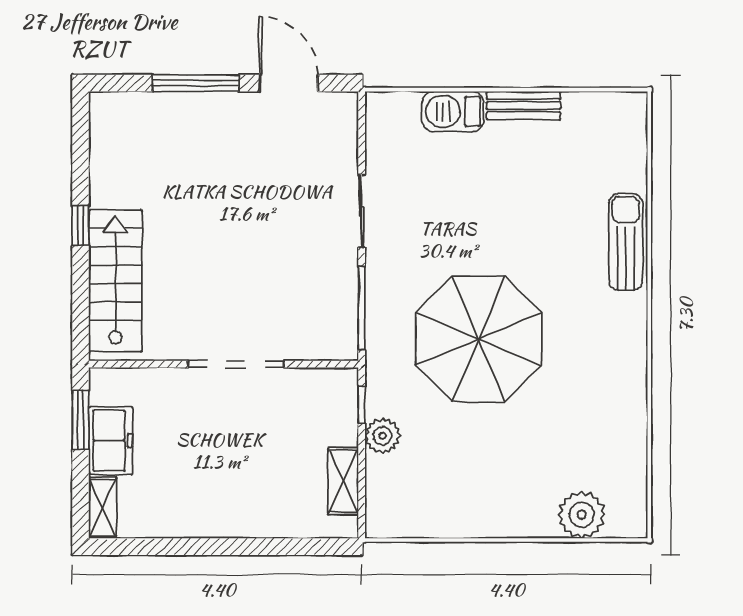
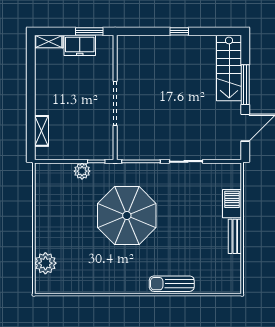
sun lounger: (626, 242) -> (172, 284), turned 180
stairs: (115, 281) -> (229, 68), moved, turned 90
shelving: (343, 481) -> (42, 131), moved, turned 90

